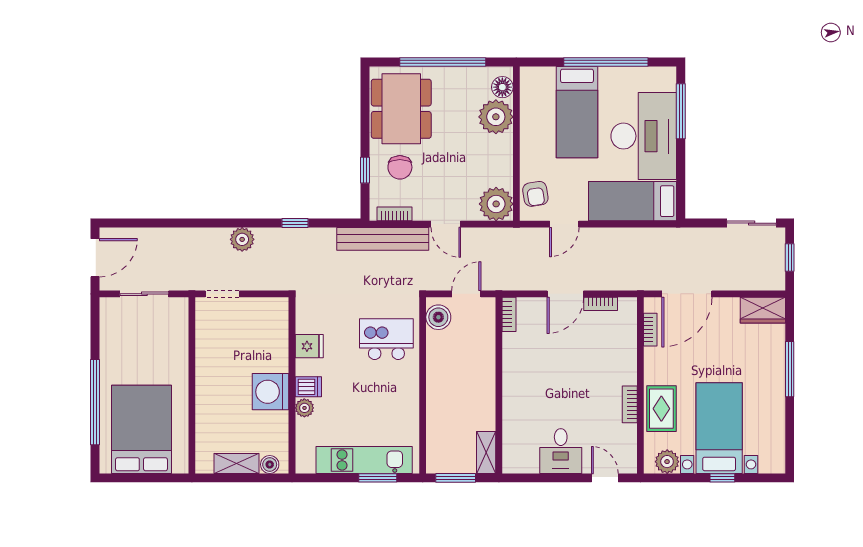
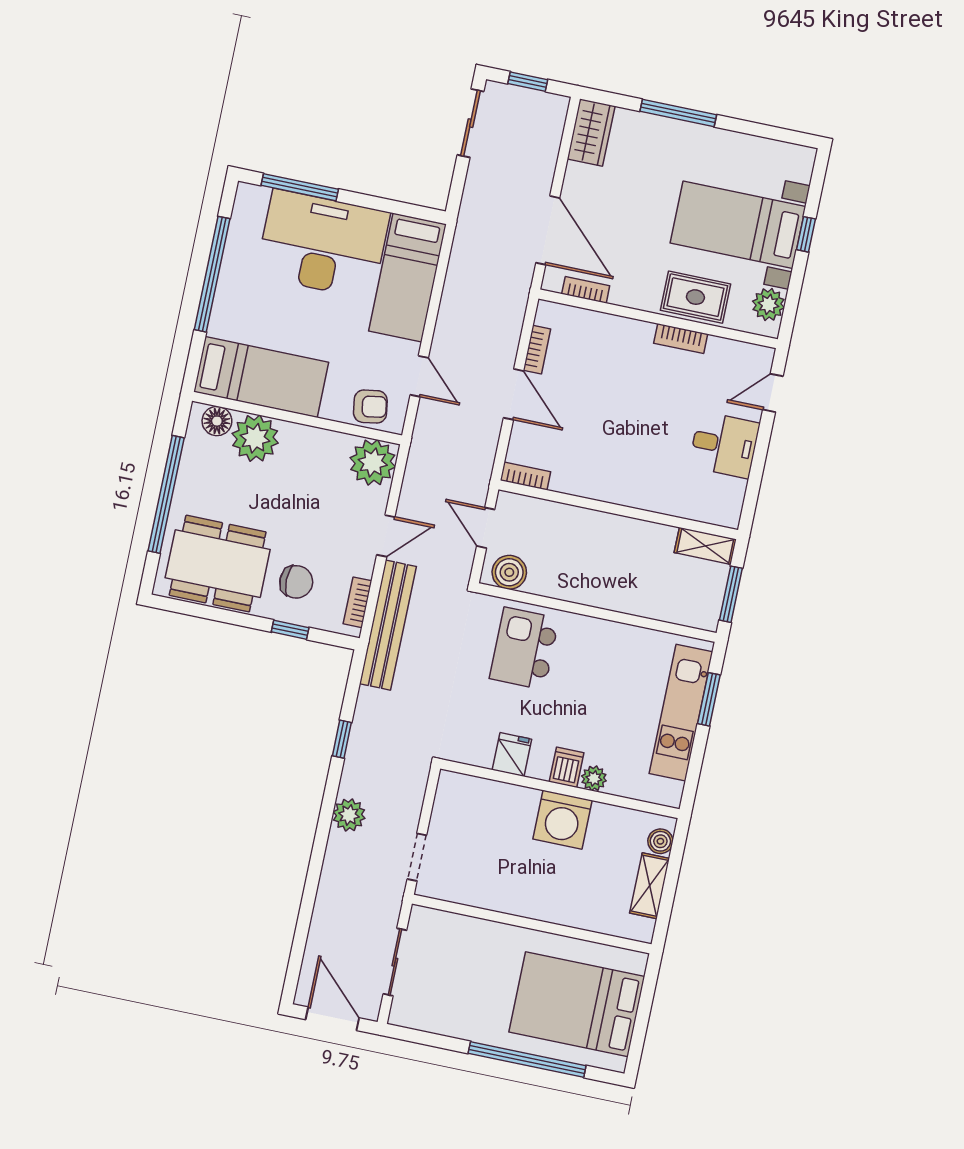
bed: (577, 112) -> (261, 377), moved

